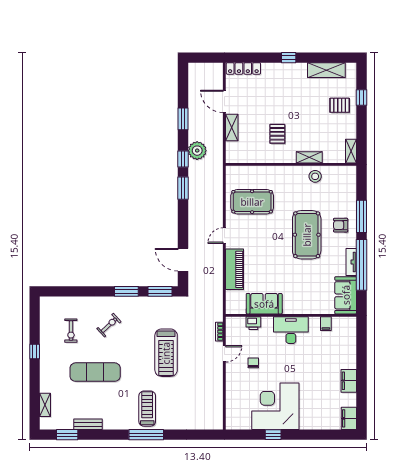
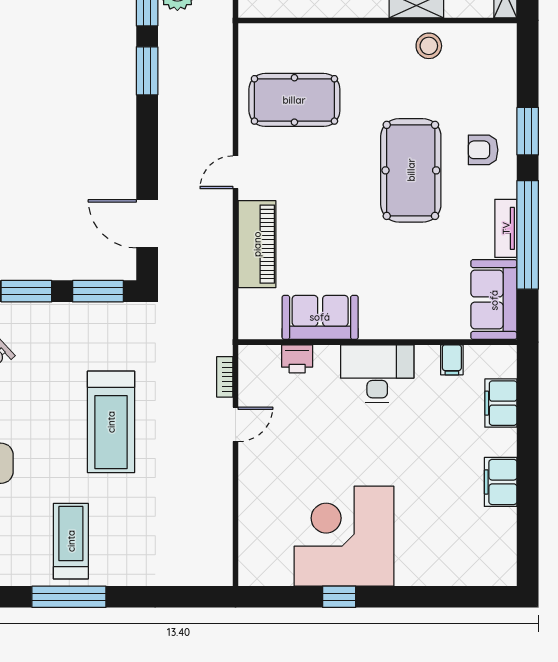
window: (361, 216) -> (528, 131), width x0.69
chair: (253, 363) -> (297, 444), removed
filing cabinet: (349, 418) -> (501, 403), moved

